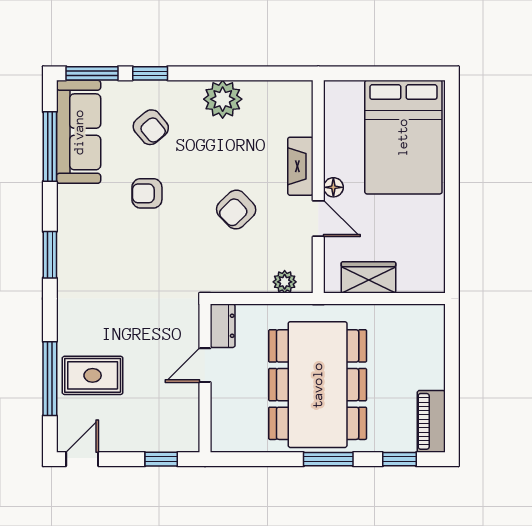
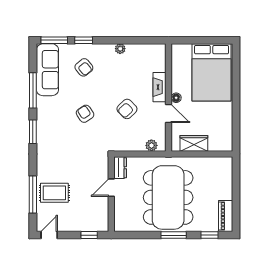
plant: (223, 99) -> (120, 49), width x0.53, depth x0.53
window: (50, 147) -> (33, 90), moved
armchair: (147, 193) -> (85, 114), moved, turned 57

